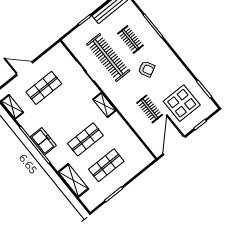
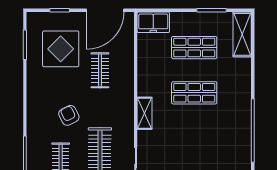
freezer: (43, 141) -> (153, 22), moved, turned -90
shelving: (73, 180) -> (242, 34), moved

